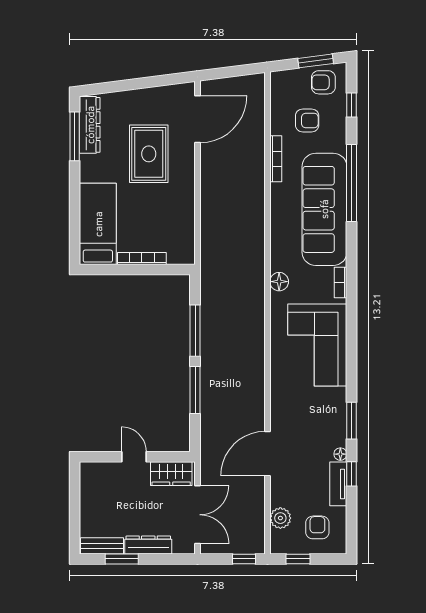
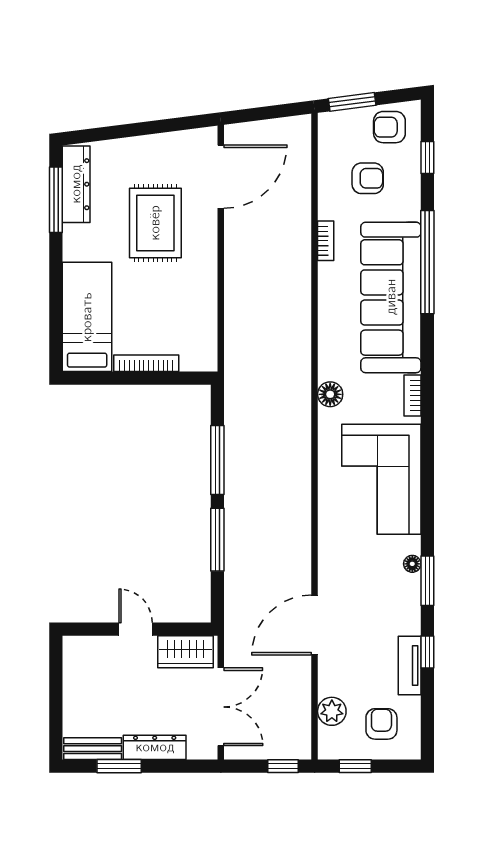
window: (316, 61) -> (352, 102), moved
bookcase: (276, 159) -> (326, 241), width x0.64
floor lamp: (340, 454) -> (412, 564), moved

